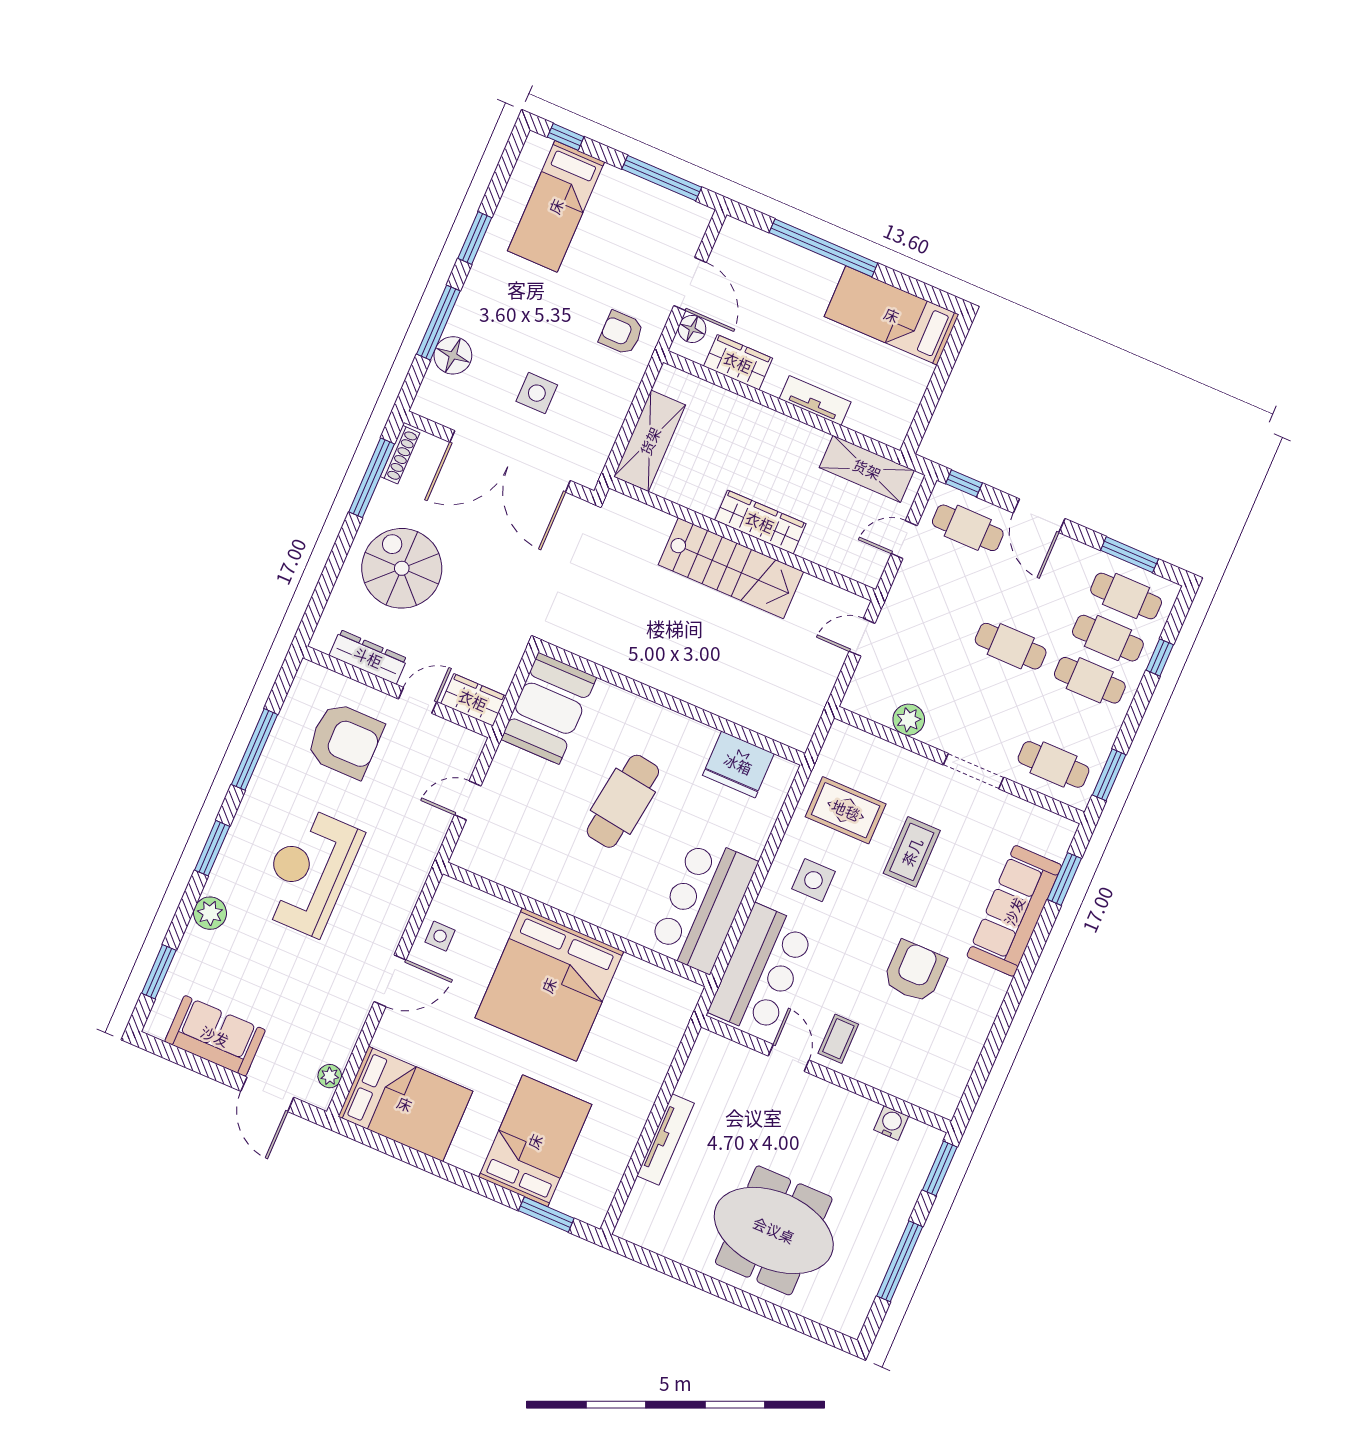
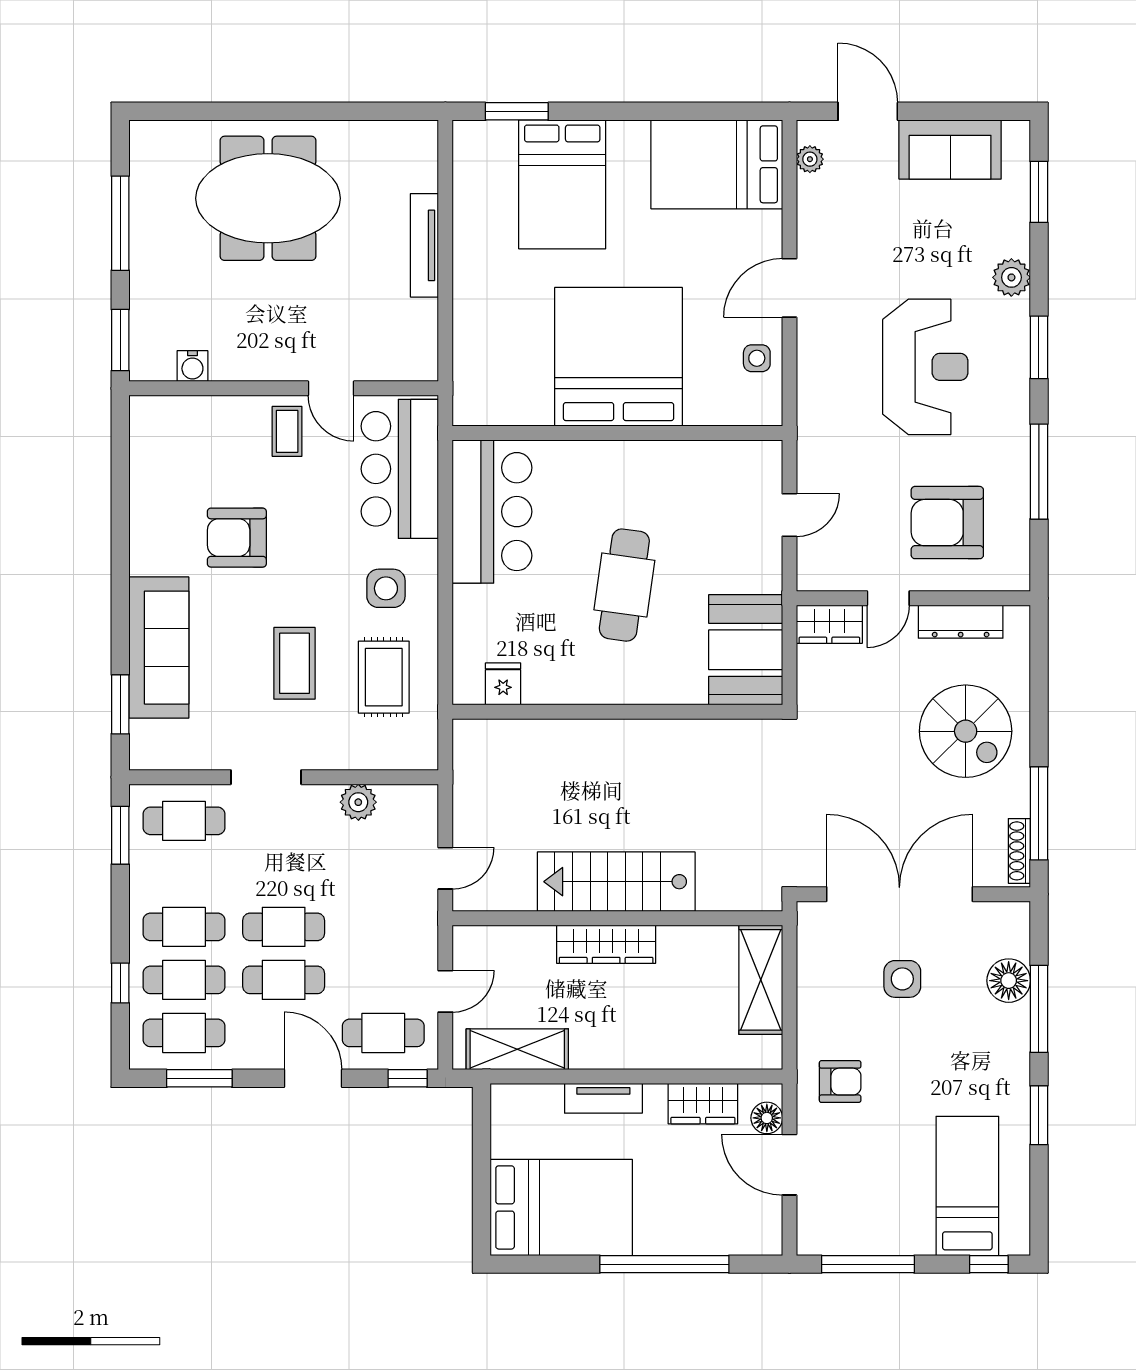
bed: (892, 315) -> (561, 1207), width x1.50
cafe table: (1029, 604) -> (284, 980), added
fridge: (738, 764) -> (503, 684), width x0.53, depth x0.75
rug: (846, 810) -> (384, 677), turned 90
armchair: (915, 971) -> (237, 538), turned 90

